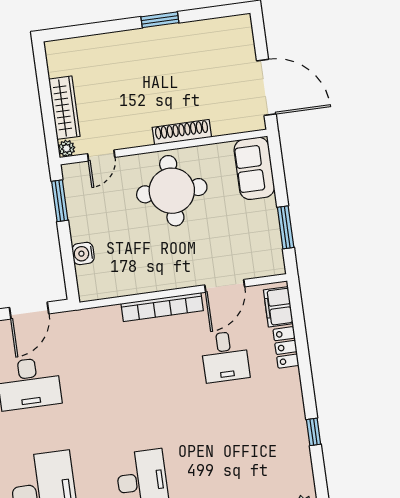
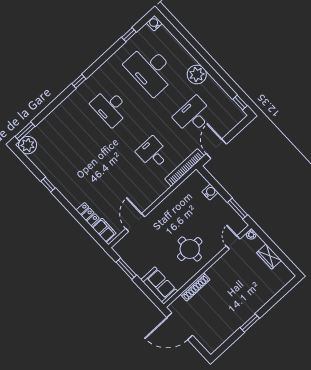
wardrobe: (64, 108) -> (269, 257), width x0.67
shoe rack: (182, 132) -> (195, 287), moved
round table: (172, 191) -> (190, 249), width x0.73, depth x0.73
bookcase: (162, 307) -> (184, 167), moved
desk: (225, 357) -> (153, 153), moved

